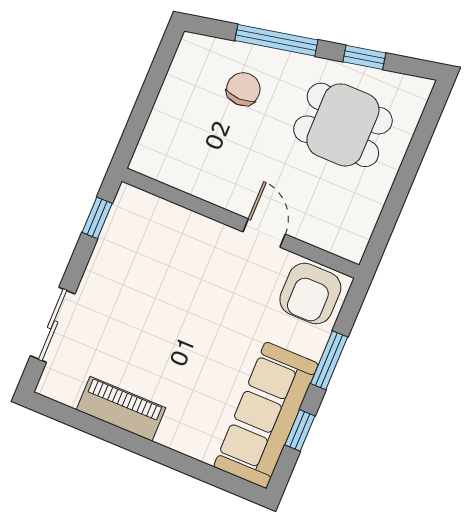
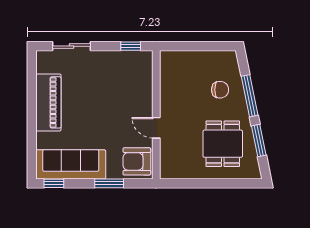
window: (364, 57) -> (259, 141), width x1.50
door: (264, 233) -> (156, 128), swing flipped
piano: (121, 409) -> (48, 102), width x1.37, depth x1.33
window: (300, 430) -> (54, 183), moved

